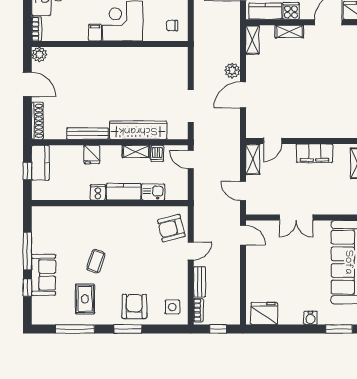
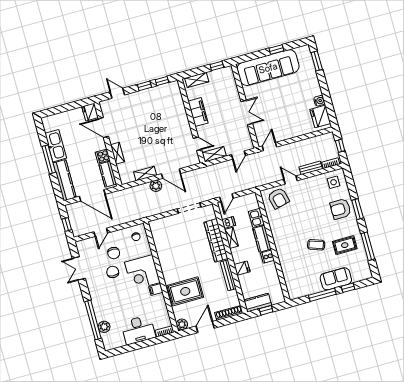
shelving: (252, 40) -> (145, 174), moved
rug: (82, 71) -> (185, 291), added
water cooler: (310, 318) -> (319, 101), moved

